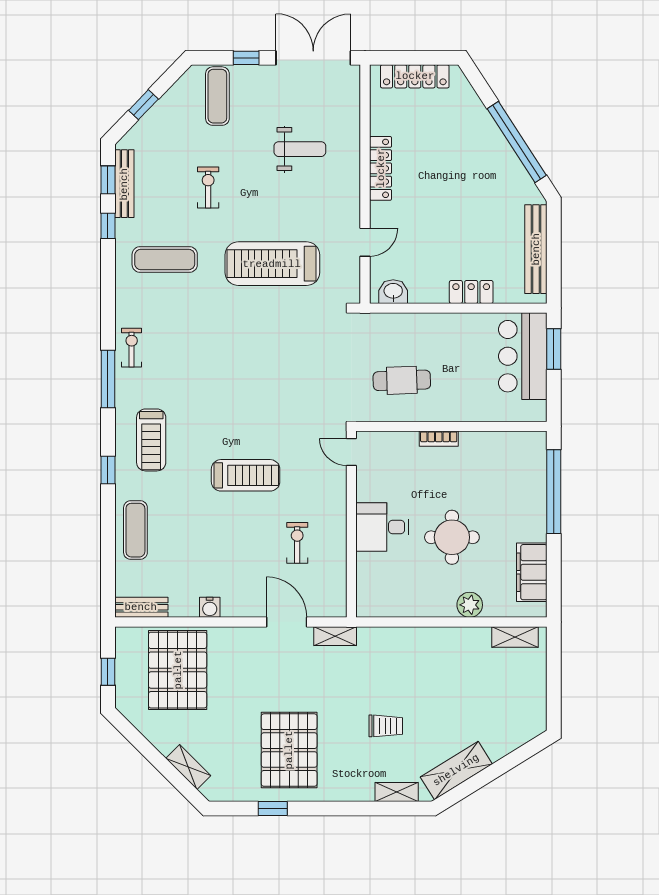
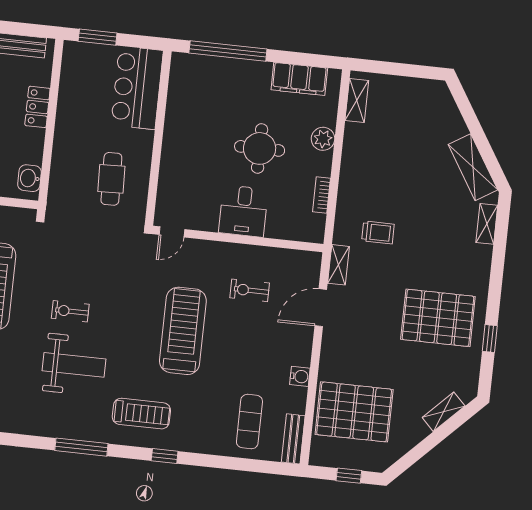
exercise bike: (132, 348) -> (70, 311), moved
bar counter: (523, 356) -> (137, 88), moved, turned 90
weight bench: (196, 361) -> (74, 365), added
bookcase: (439, 439) -> (322, 195), moved, turned 180
treadmill: (246, 475) -> (183, 331), width x1.37, depth x1.38
exercise mat: (135, 530) -> (249, 422), moved, turned 90
trolley: (386, 726) -> (378, 232), moved, turned 90

